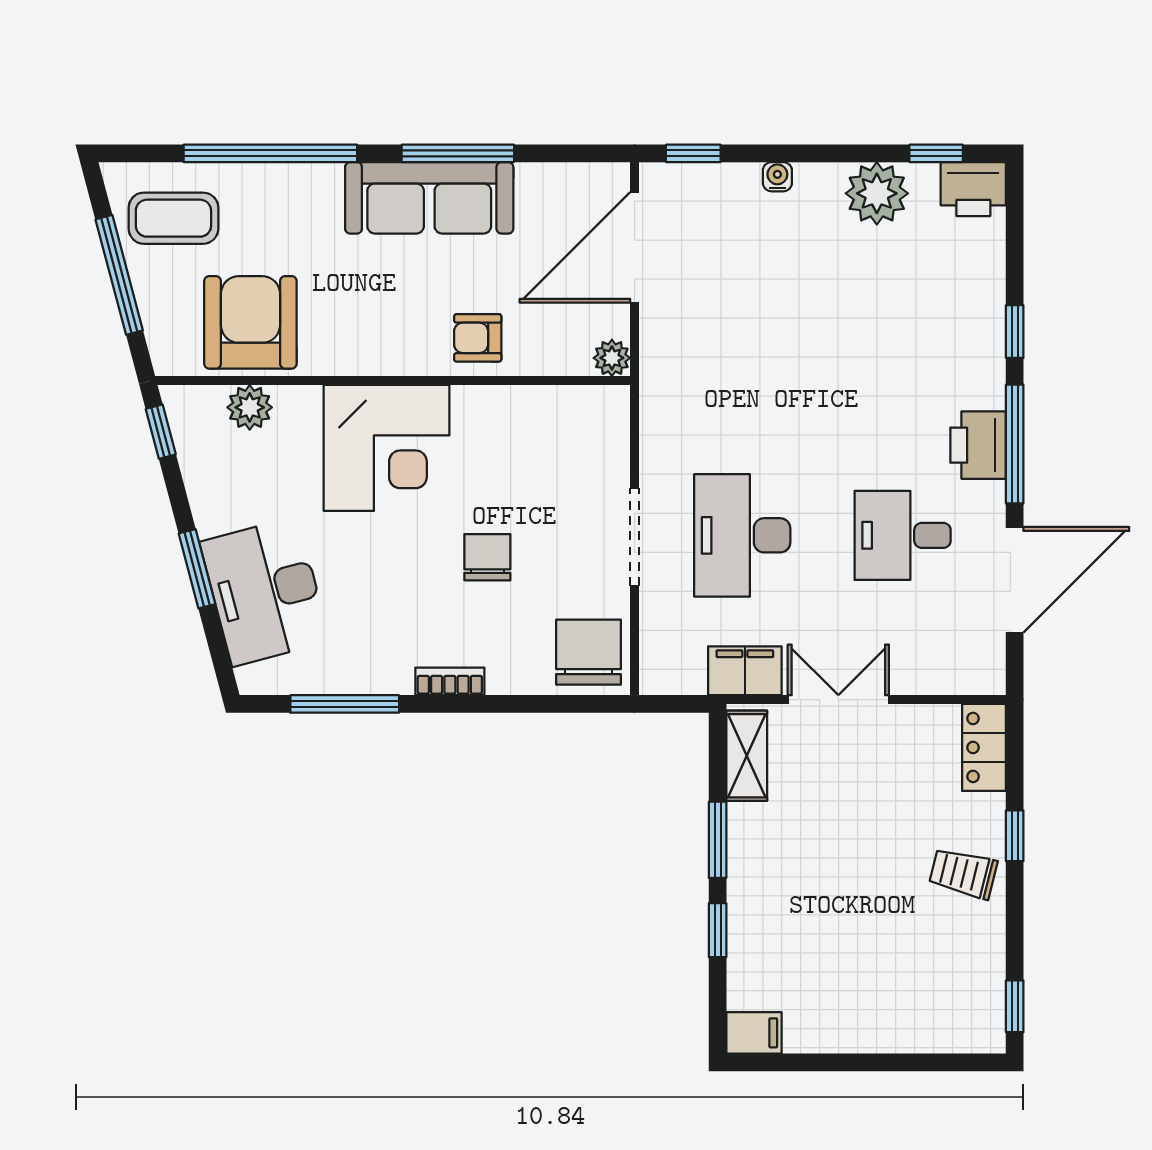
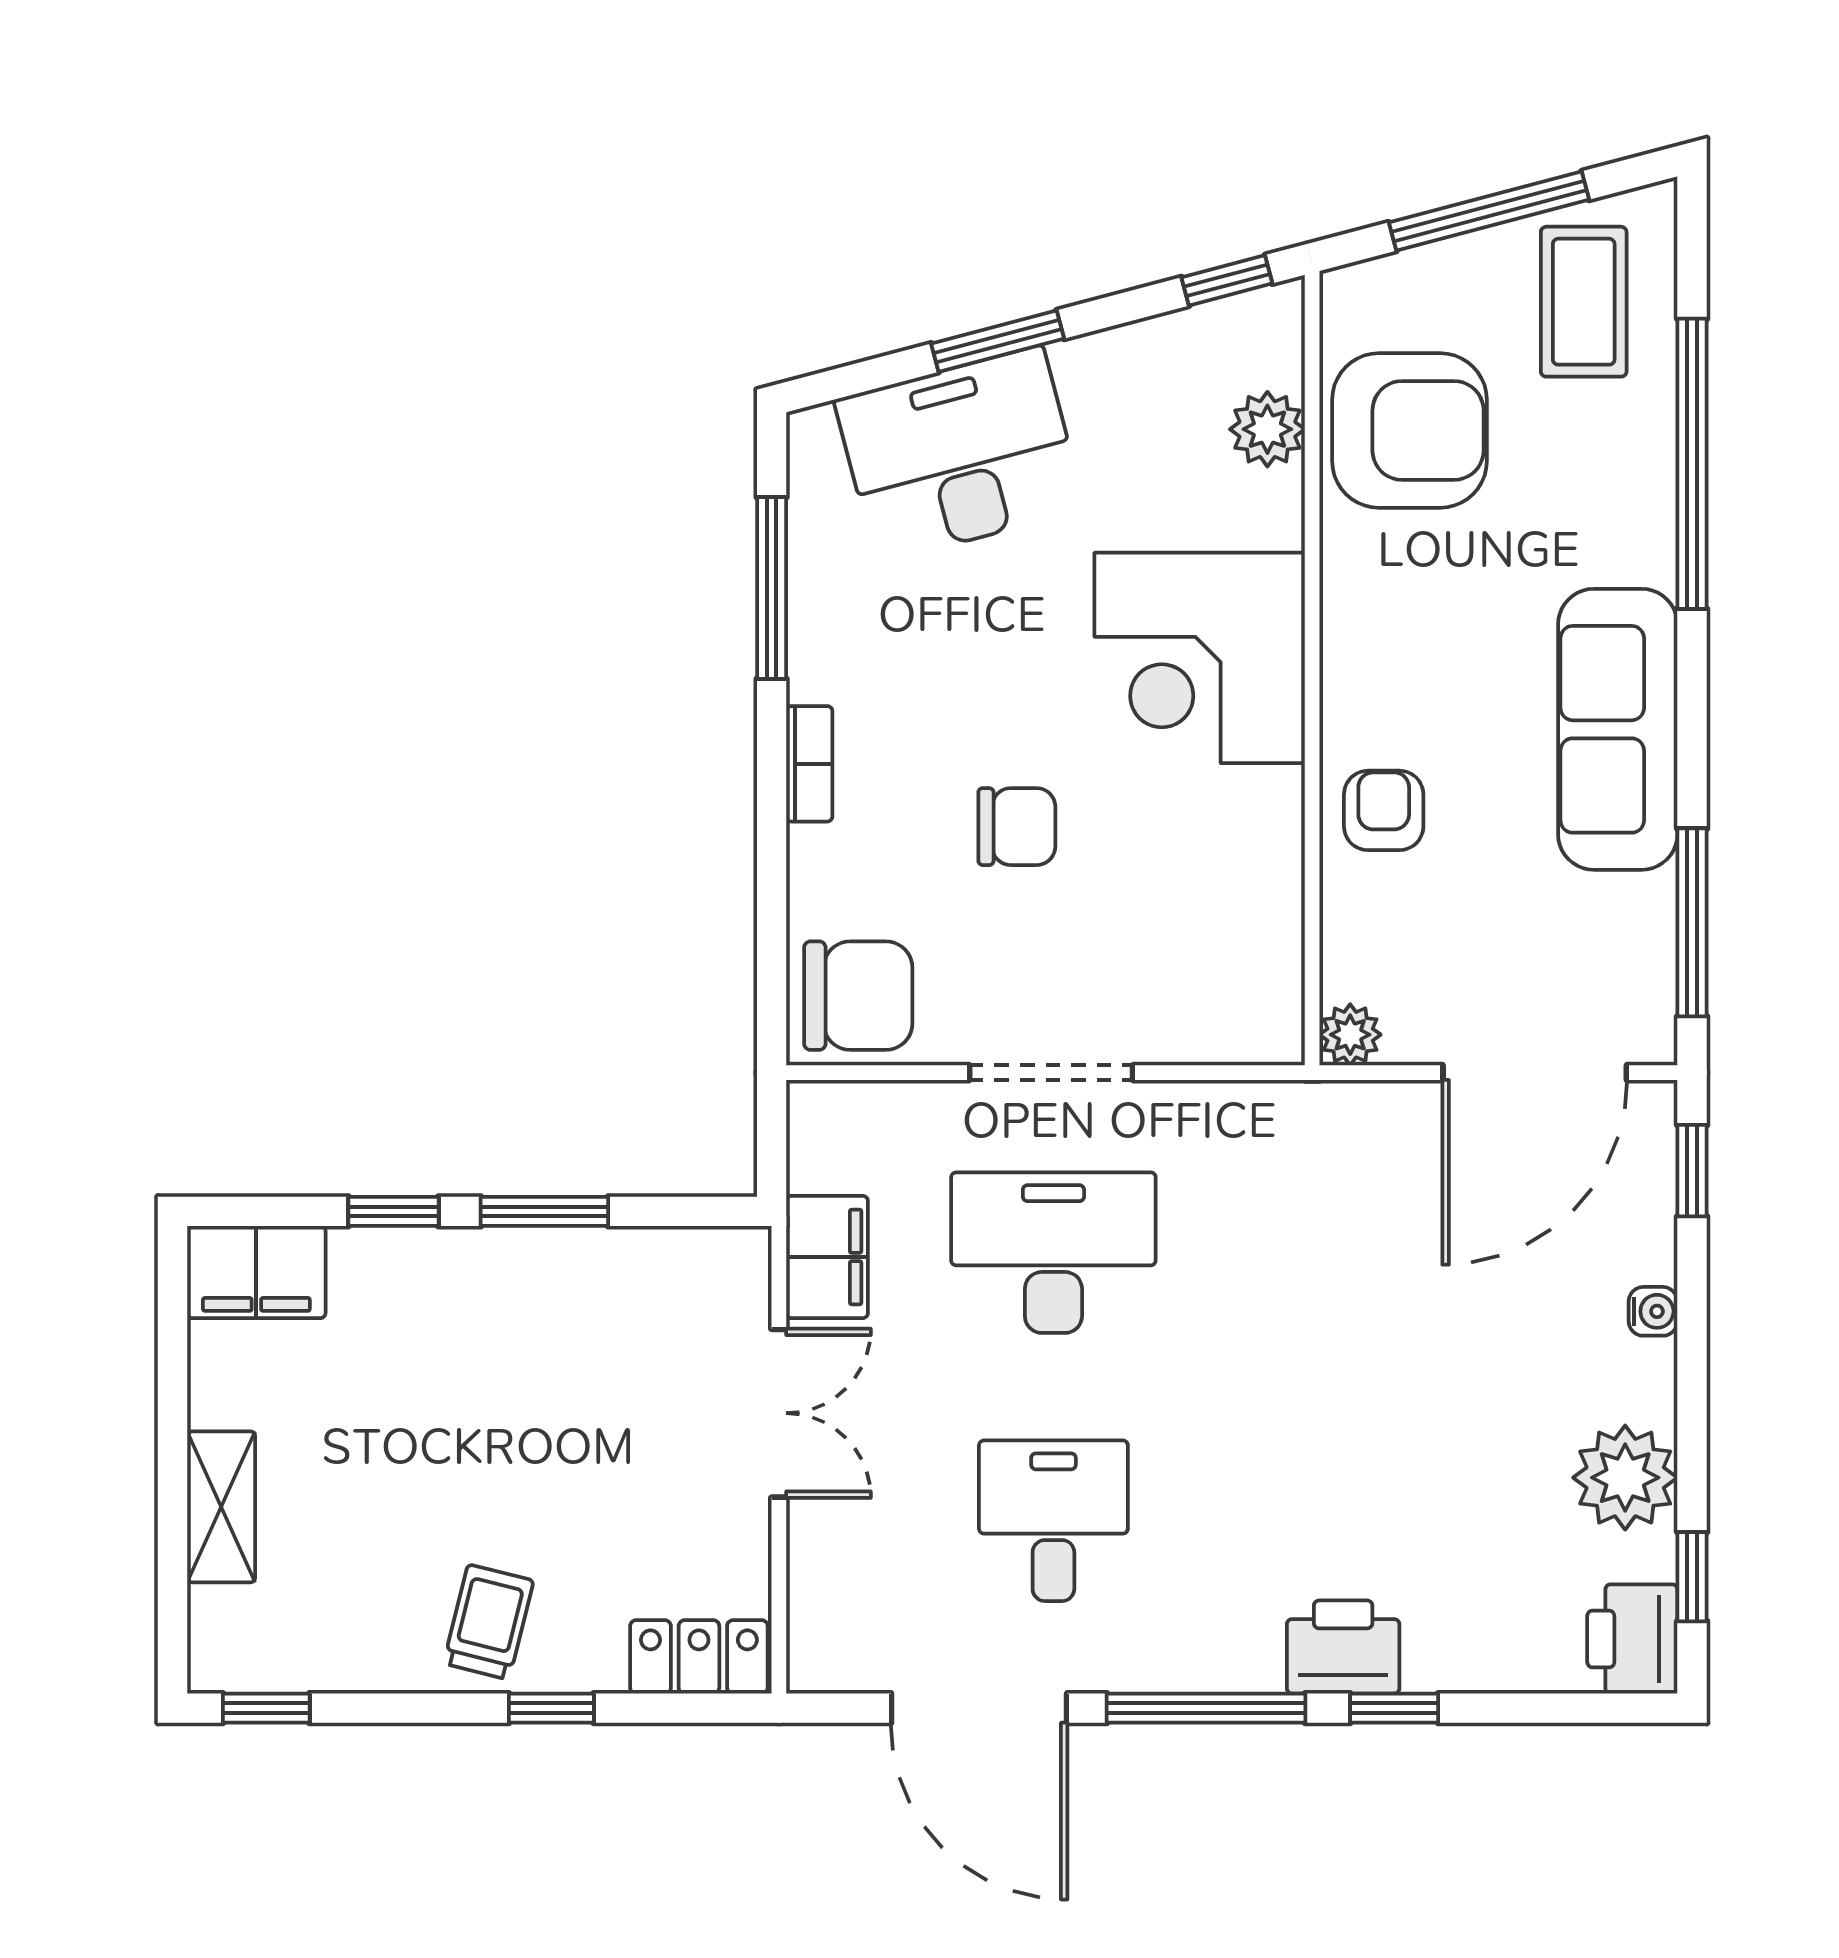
window: (458, 153) -> (1692, 922), moved
door: (635, 247) -> (1535, 1073), swing flipped
printer: (978, 445) -> (1343, 1647), moved
shelving: (747, 756) -> (221, 1507), moved, turned 90
filing cabinet: (754, 1033) -> (256, 1272), width x2.00

